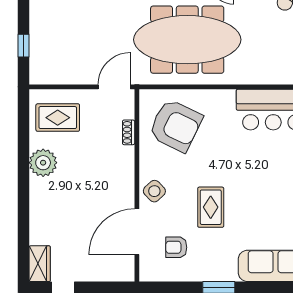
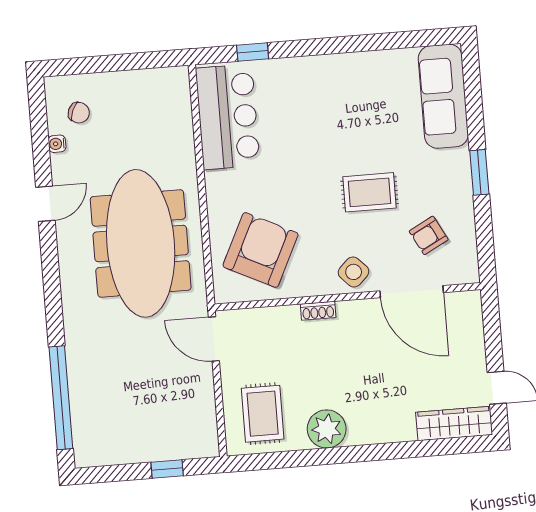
shoe rack: (129, 132) -> (318, 311), moved
armchair: (176, 247) -> (429, 235), turned 62
wardrobe: (40, 264) -> (454, 423), width x1.50

